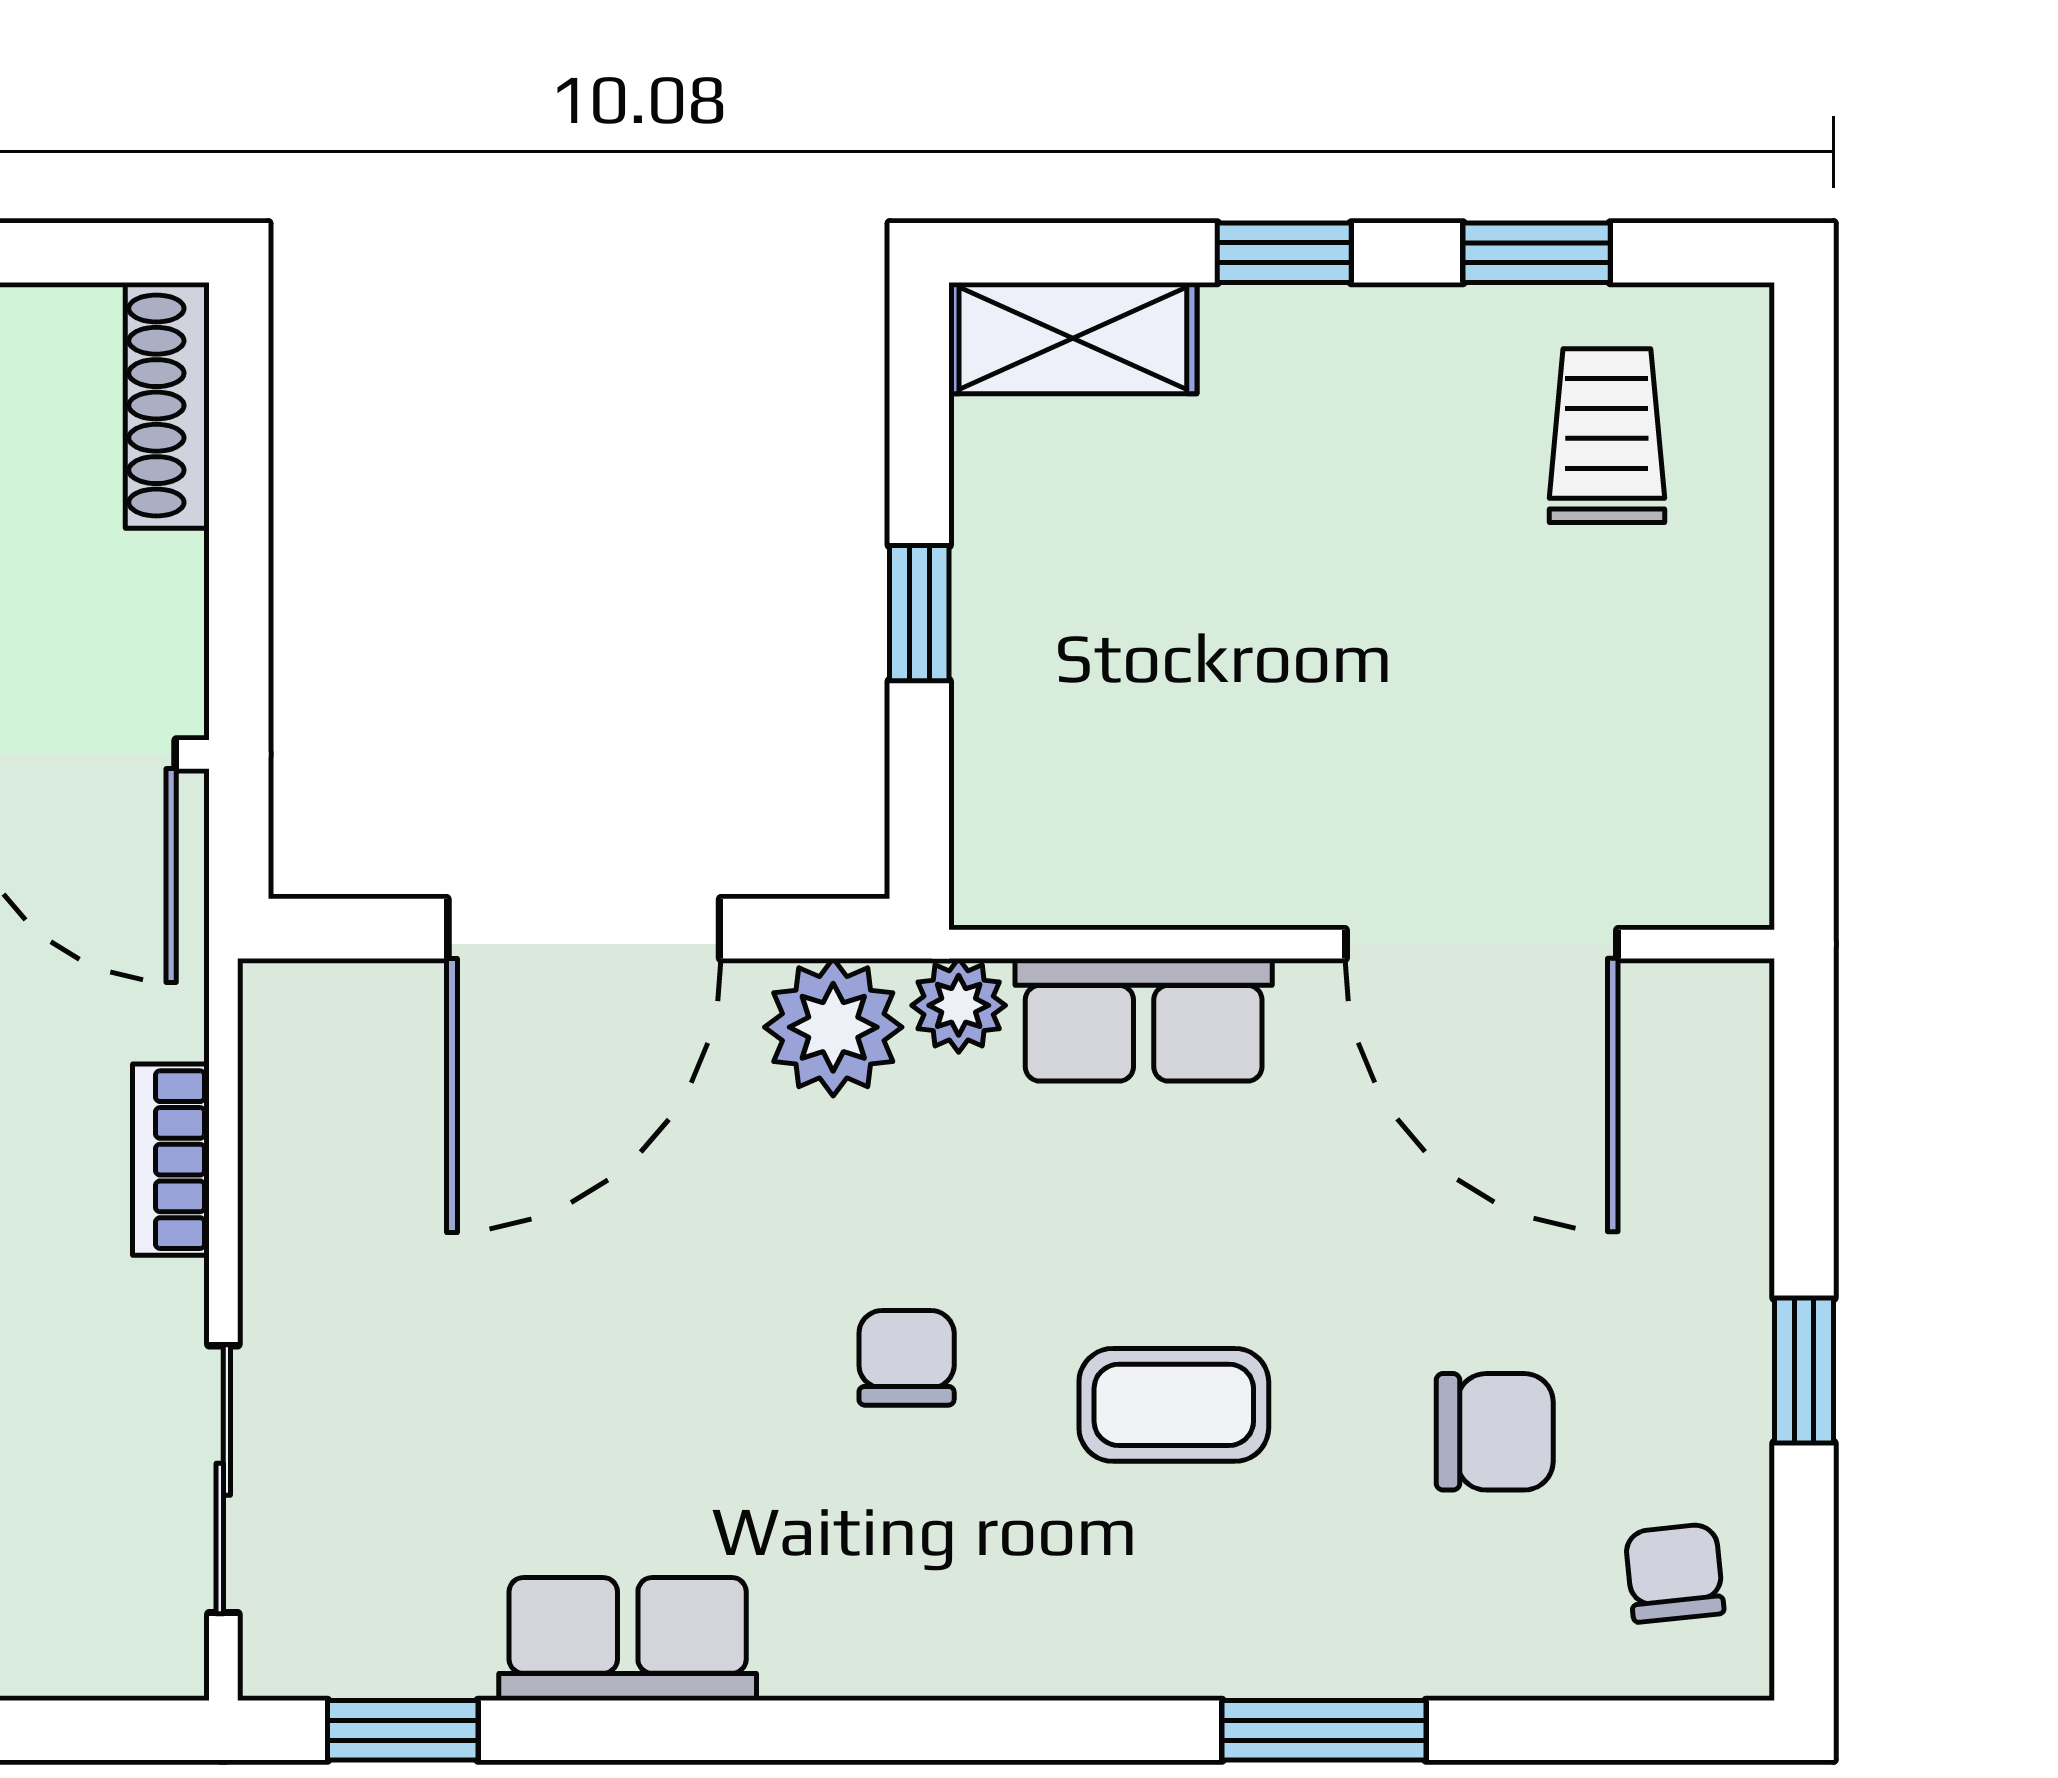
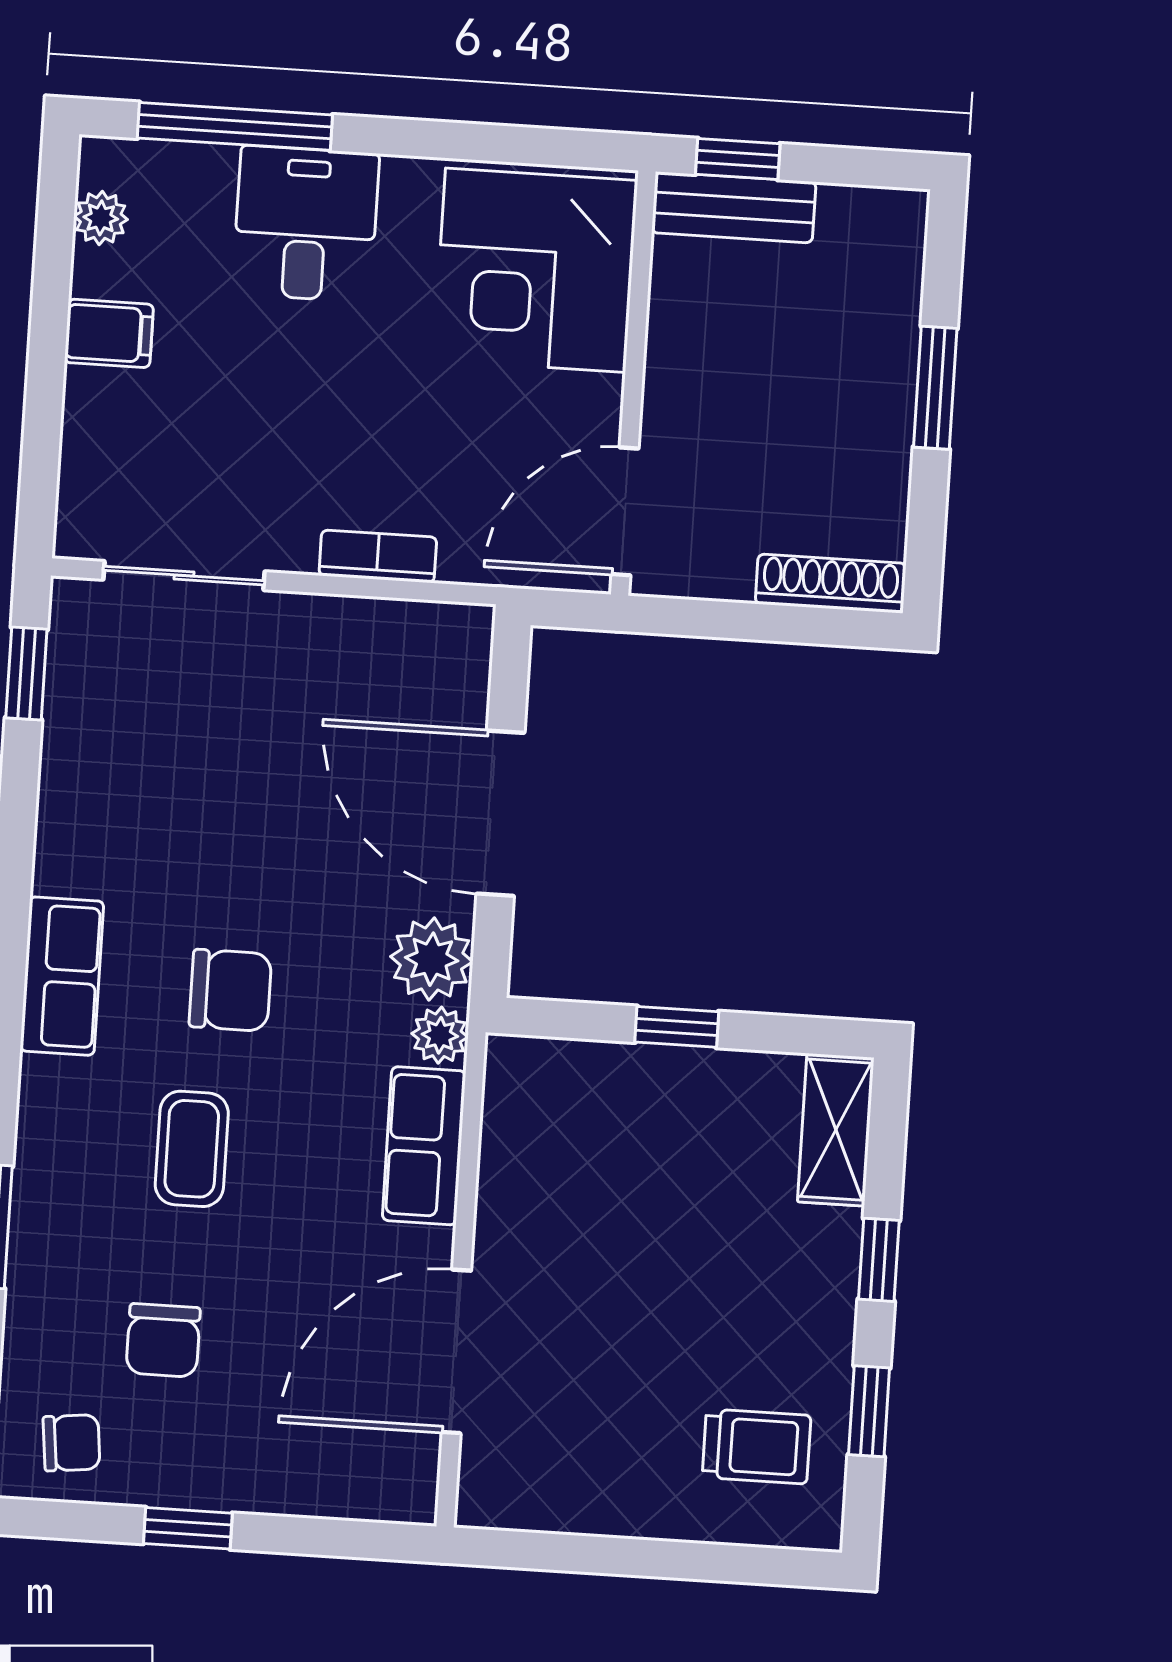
chair: (907, 1358) -> (230, 990), width x1.37, depth x1.37
row of seats: (628, 1639) -> (62, 976), moved

